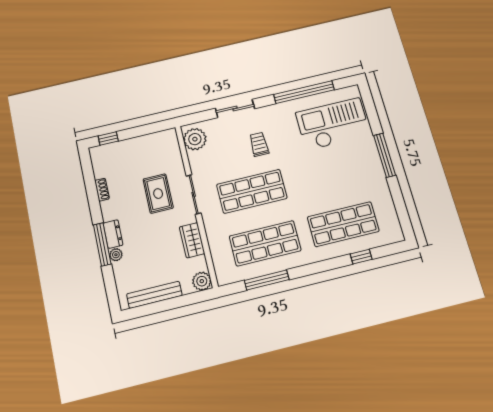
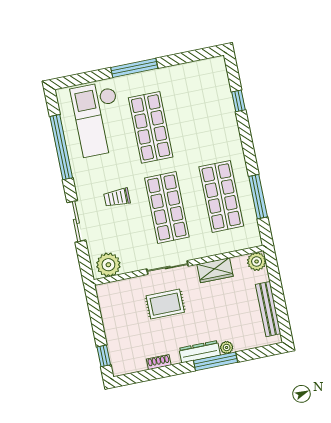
shop shelf: (343, 224) -> (151, 127), moved
dresser: (113, 234) -> (200, 352), width x1.44

